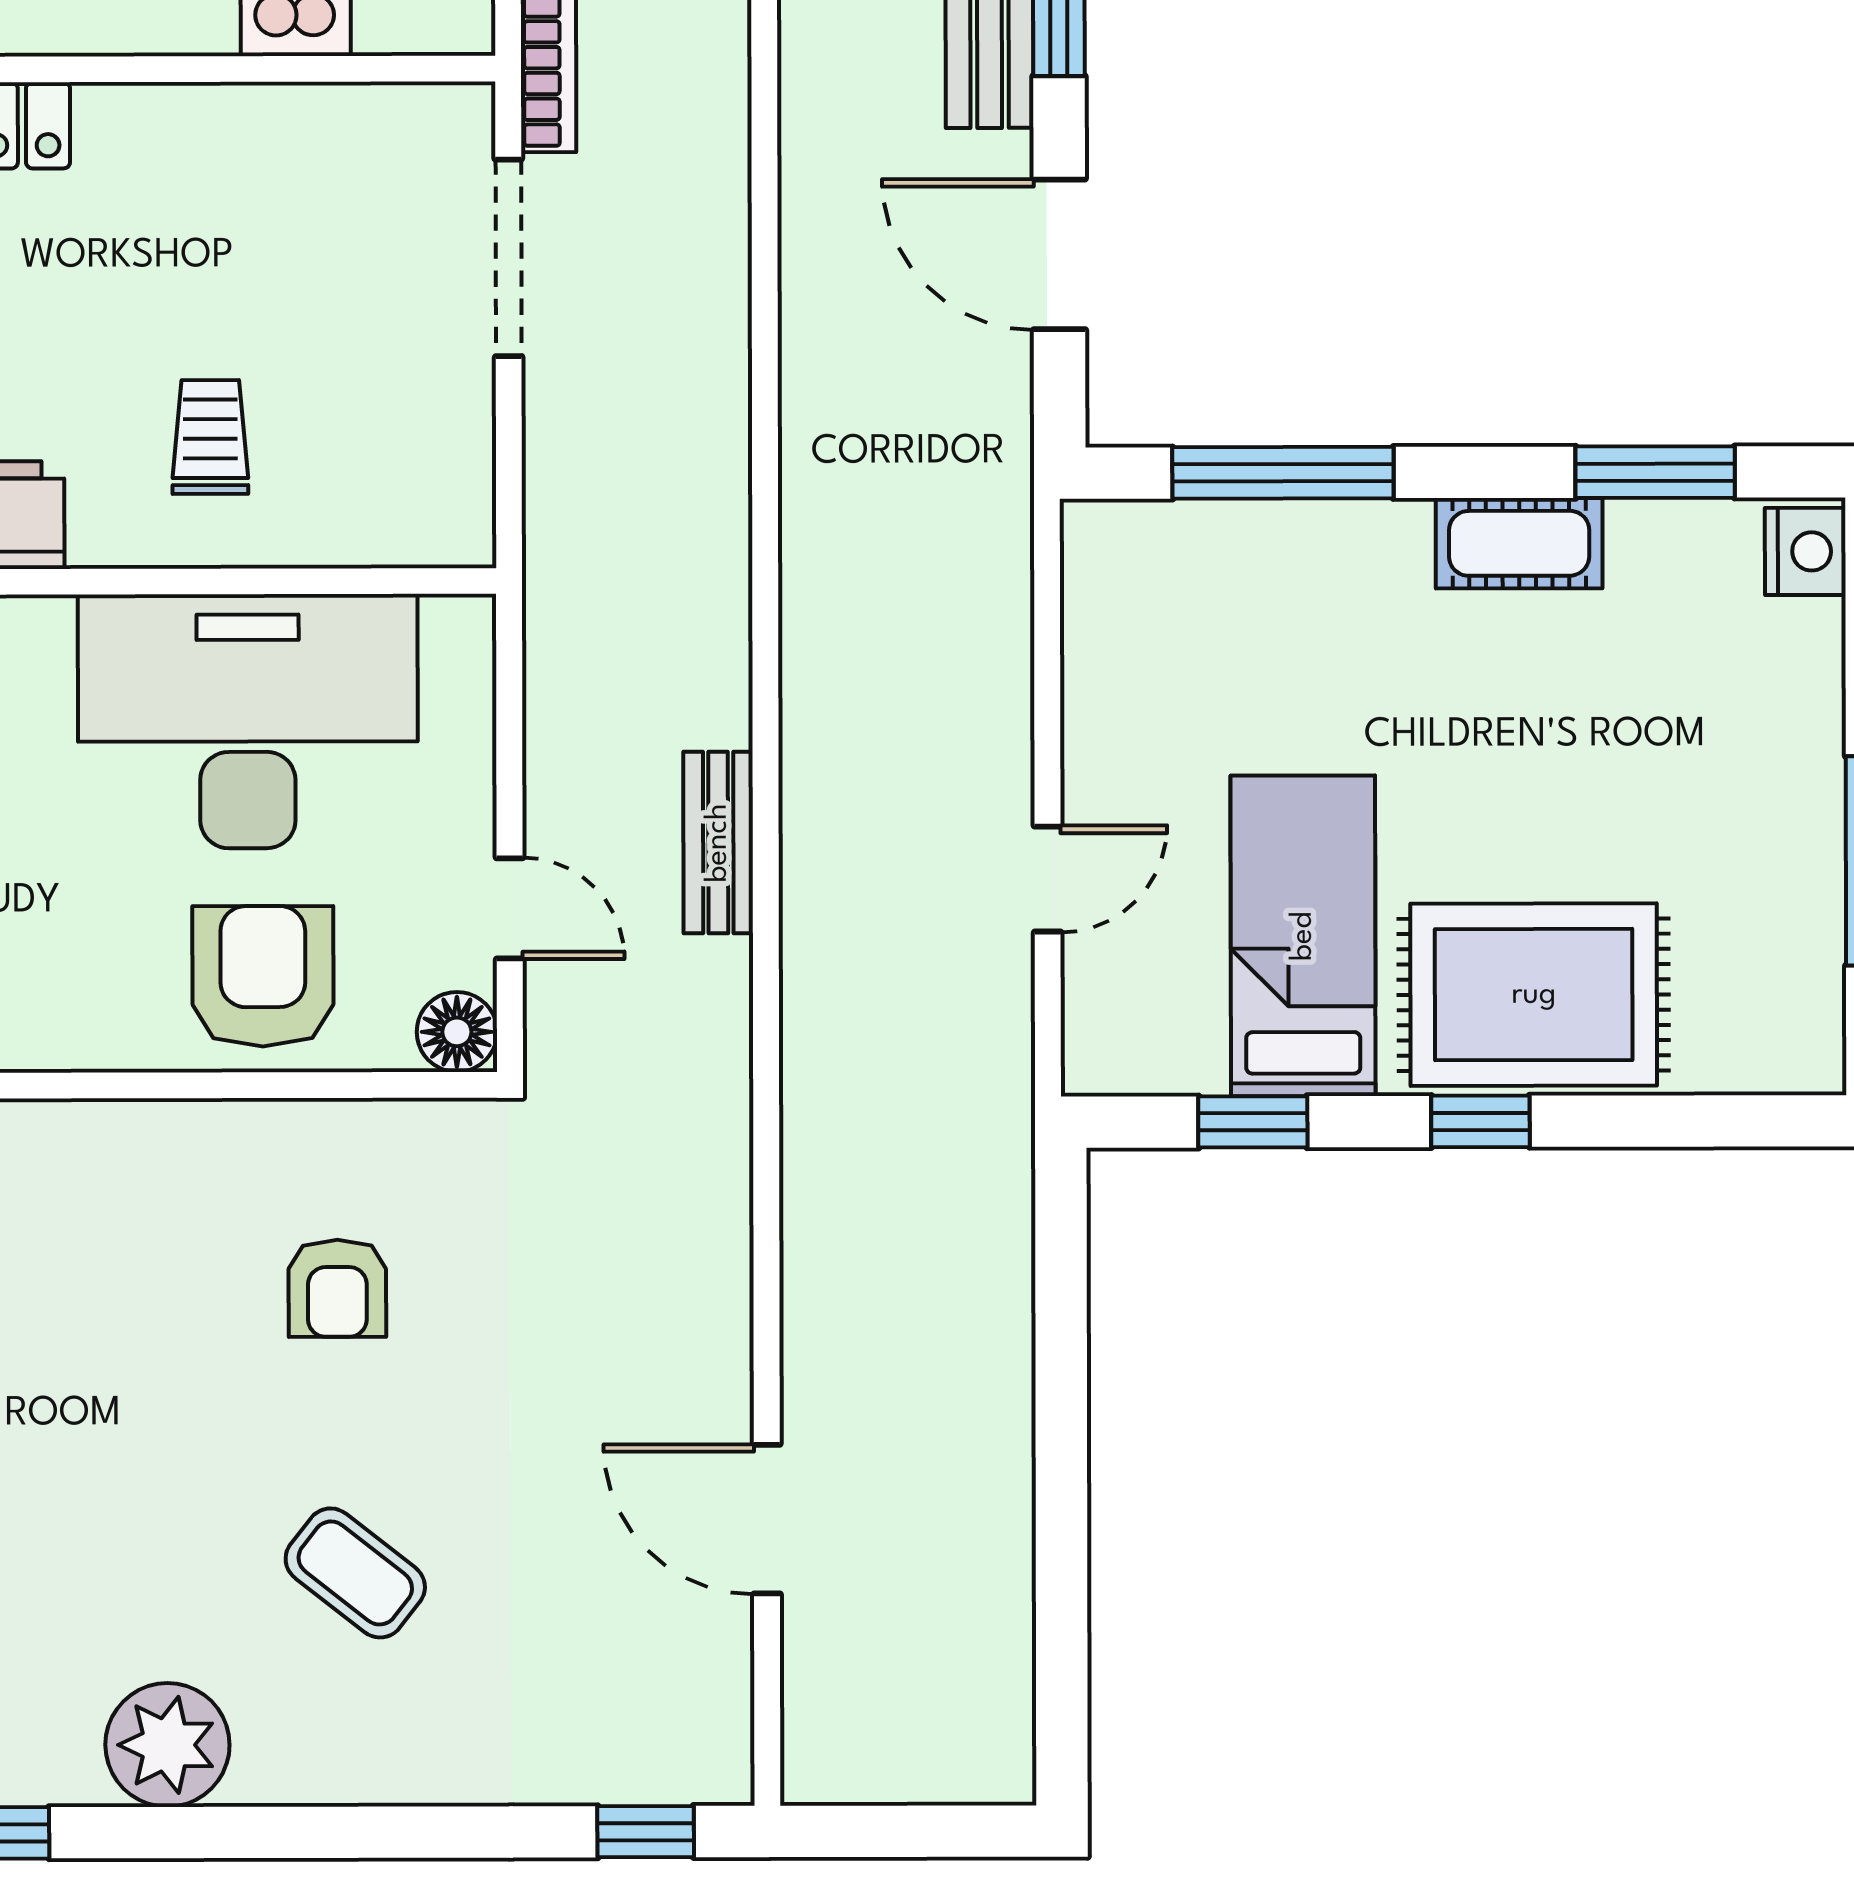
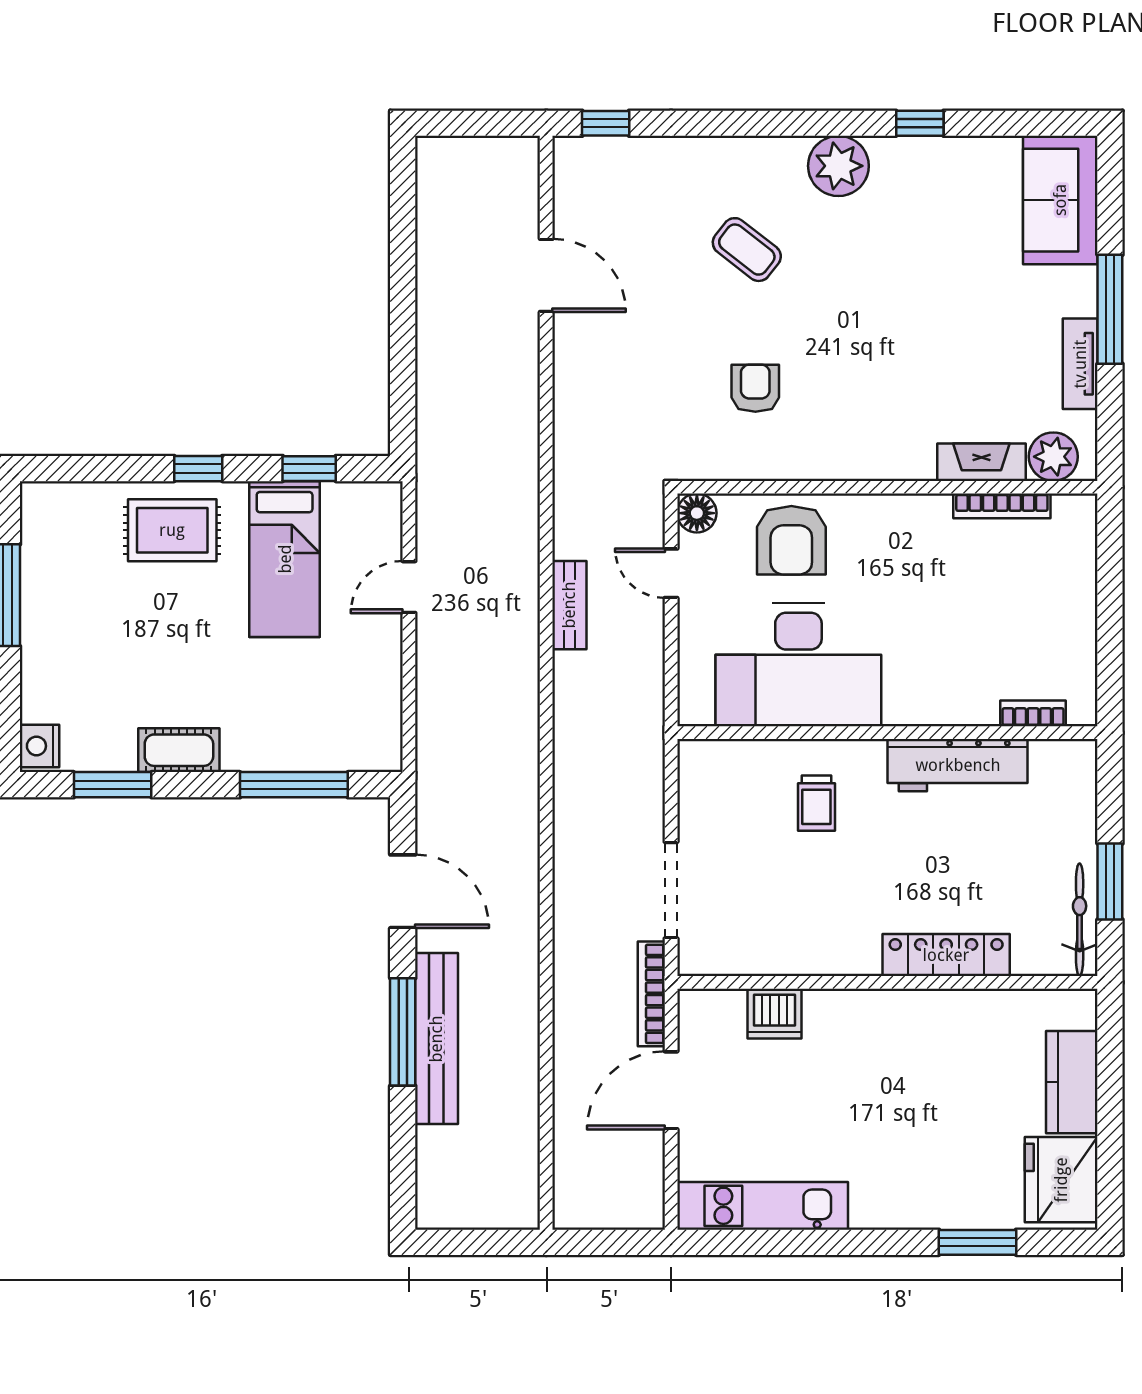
rug: (1534, 995) -> (172, 530), width x0.73, depth x0.70

